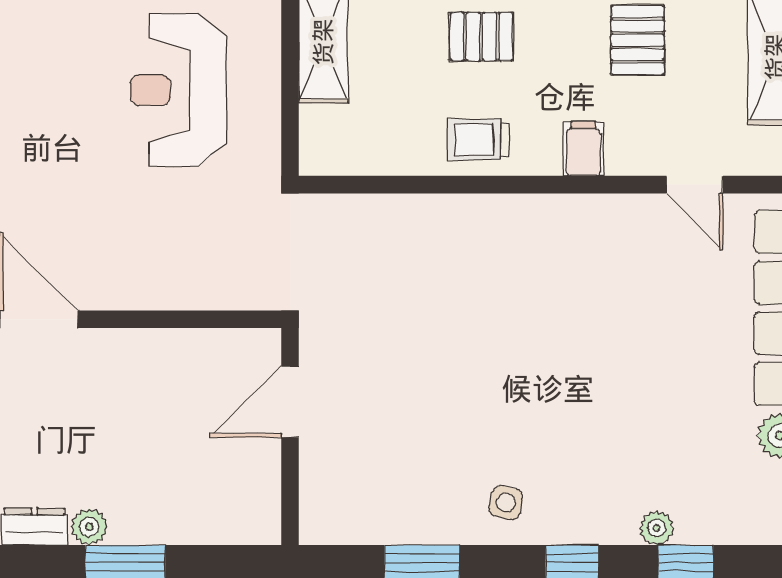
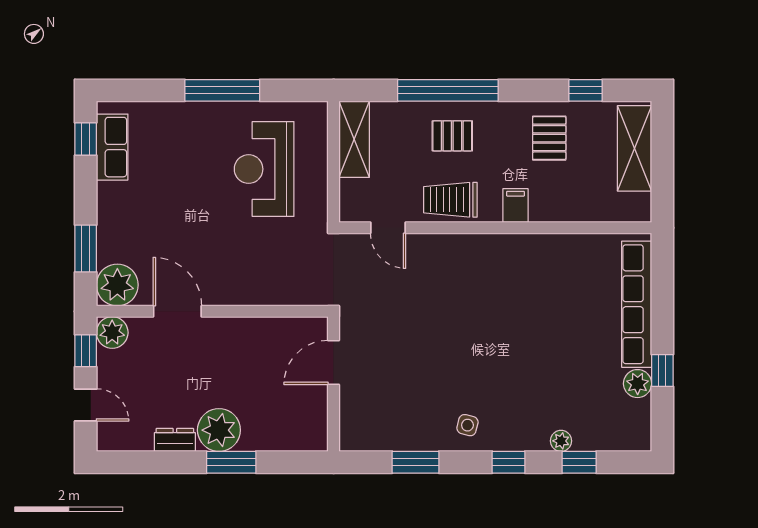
trolley: (478, 139) -> (450, 200), width x1.36, depth x1.39
door: (695, 185) -> (388, 228), moved
plant: (89, 527) -> (219, 430), width x1.88, depth x1.88

